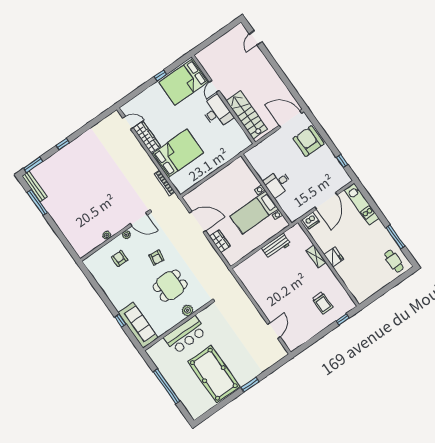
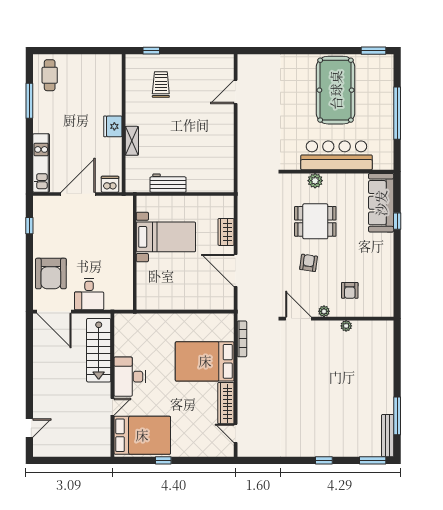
desk: (278, 183) -> (89, 294), moved, turned 90
bar counter: (185, 335) -> (336, 155), width x1.36
window: (250, 385) -> (373, 51), moved

